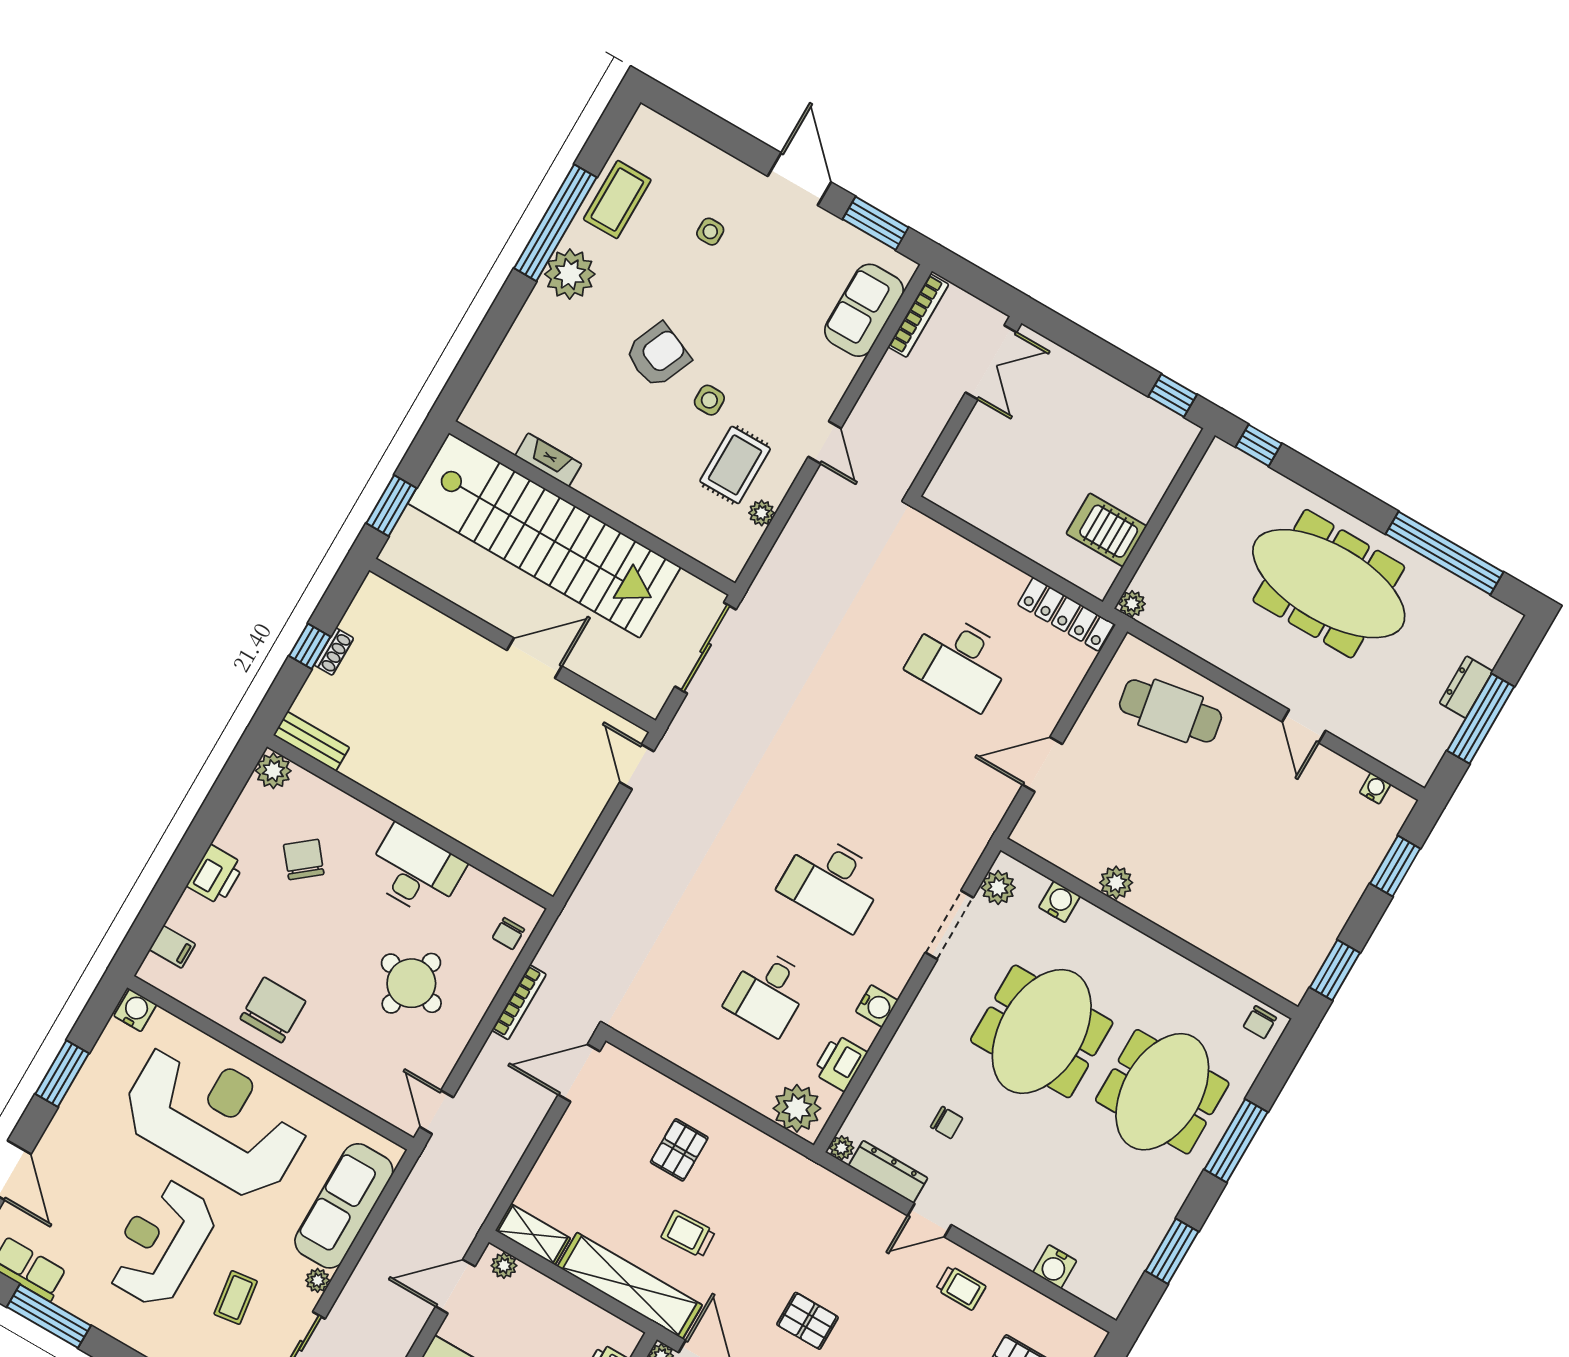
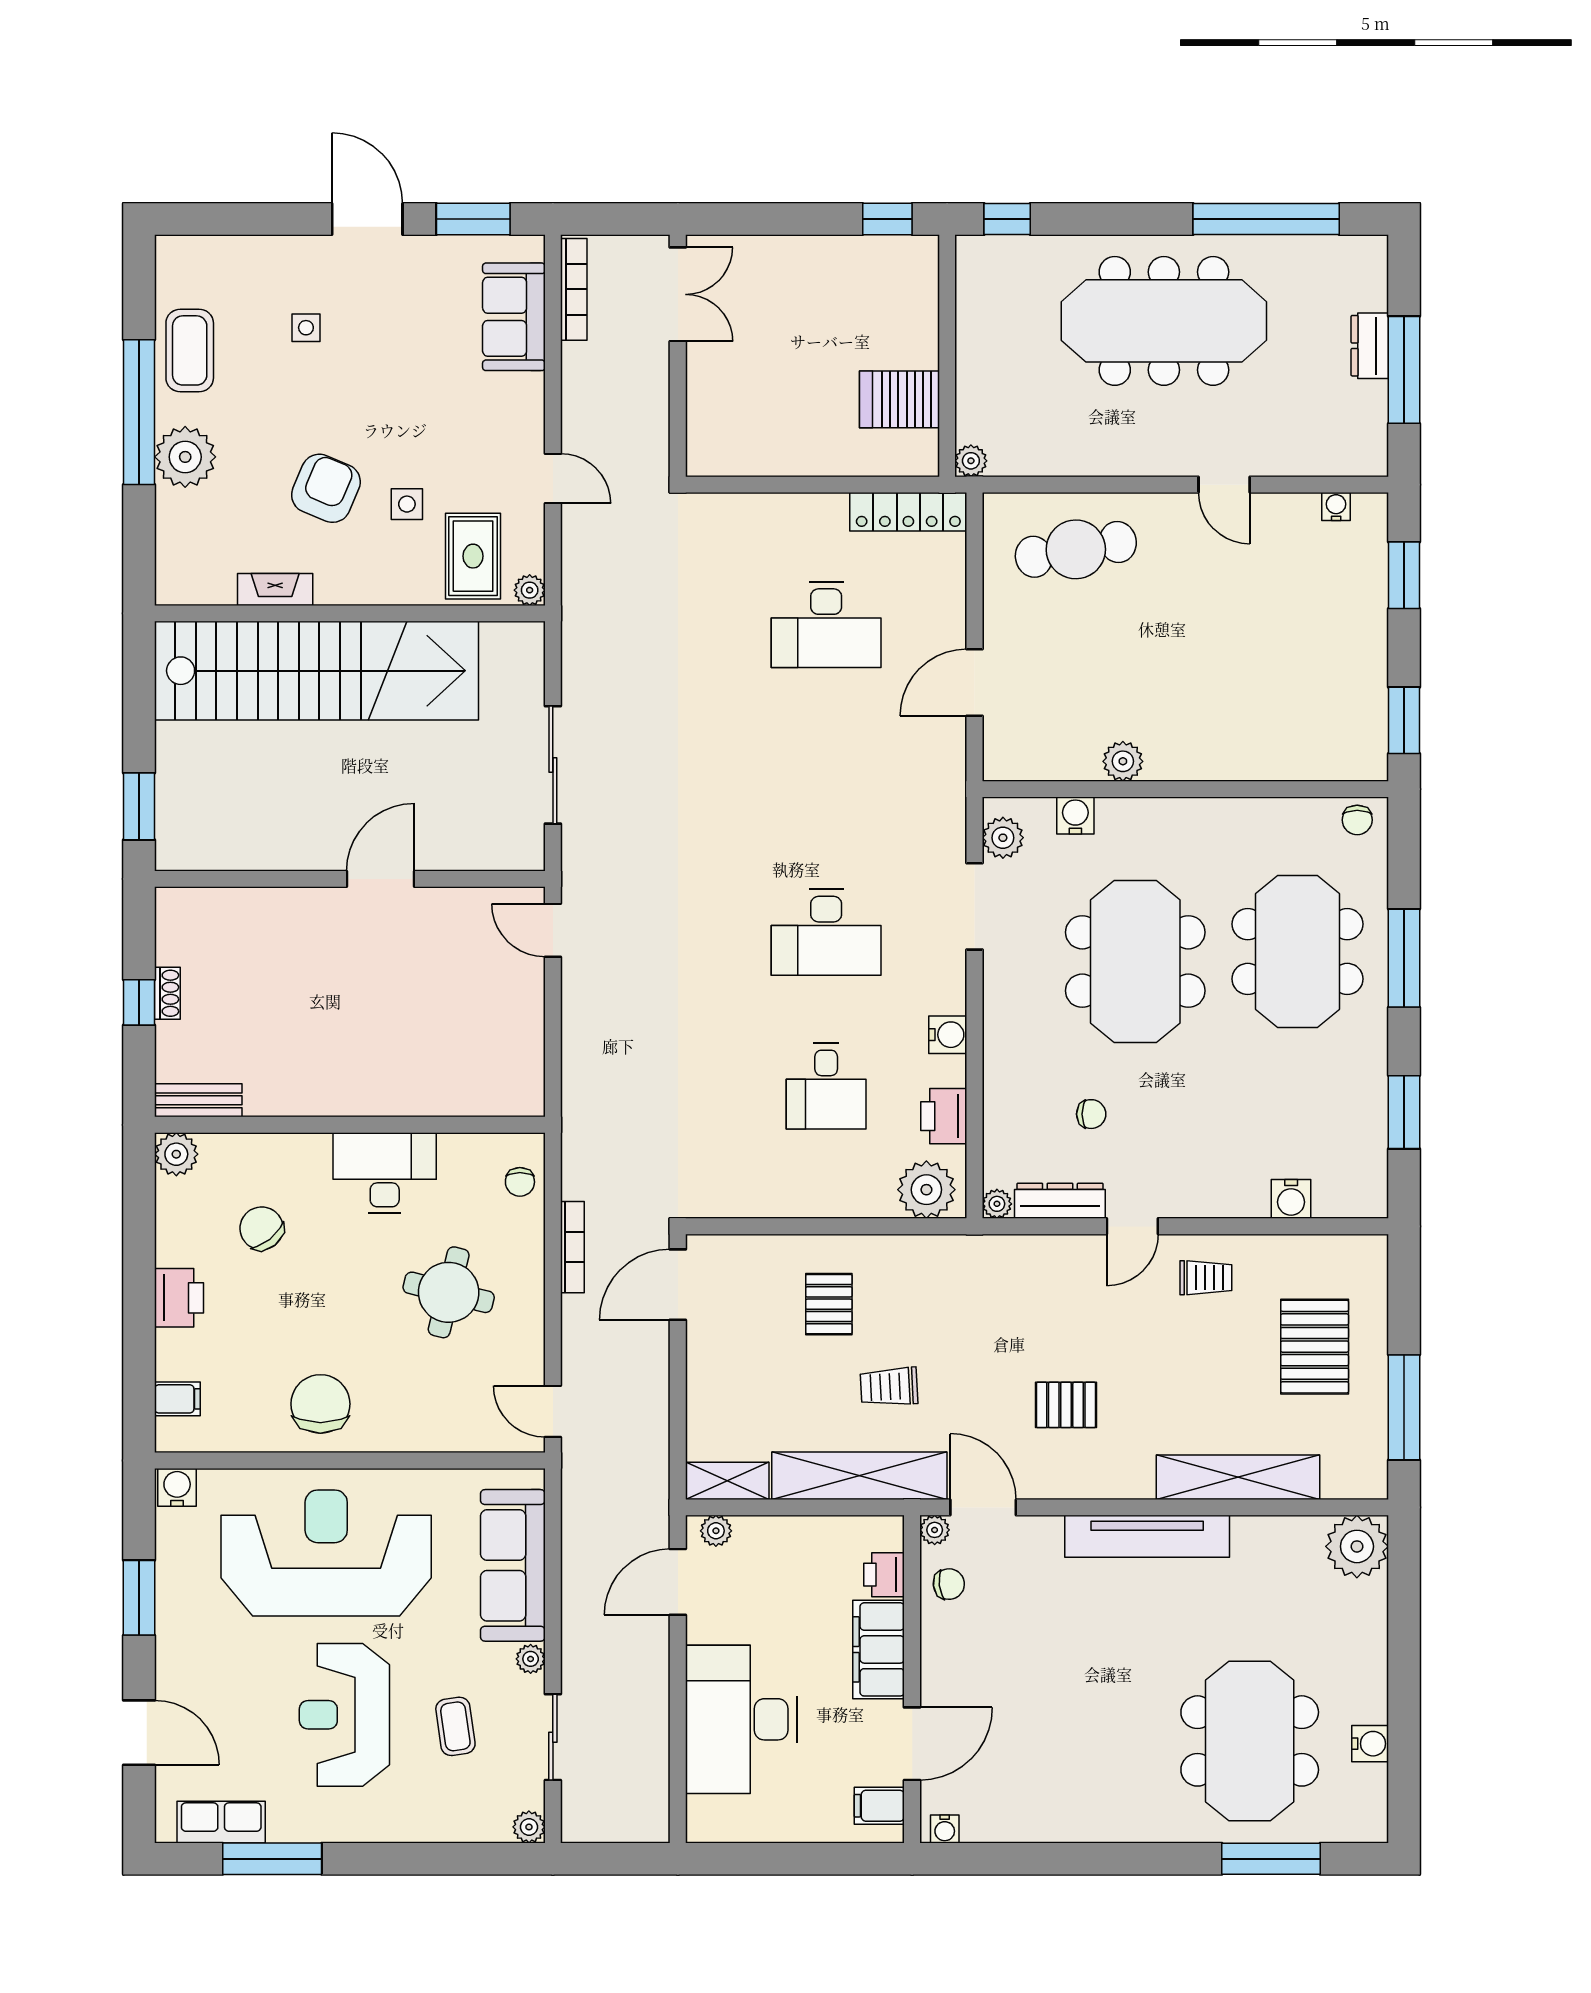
fireplace: (548, 460) -> (275, 590), moved
wall: (592, 508) -> (350, 613), moved
stairs: (544, 535) -> (317, 671), moved

